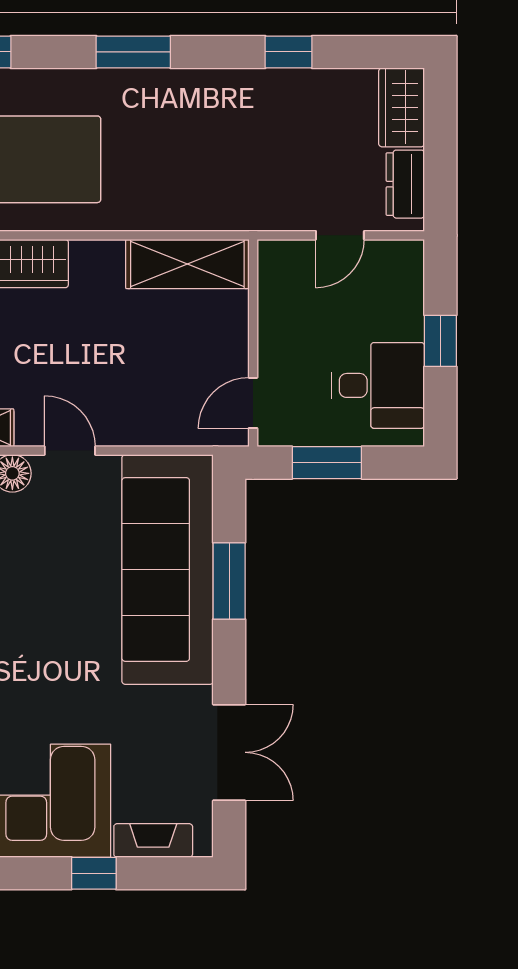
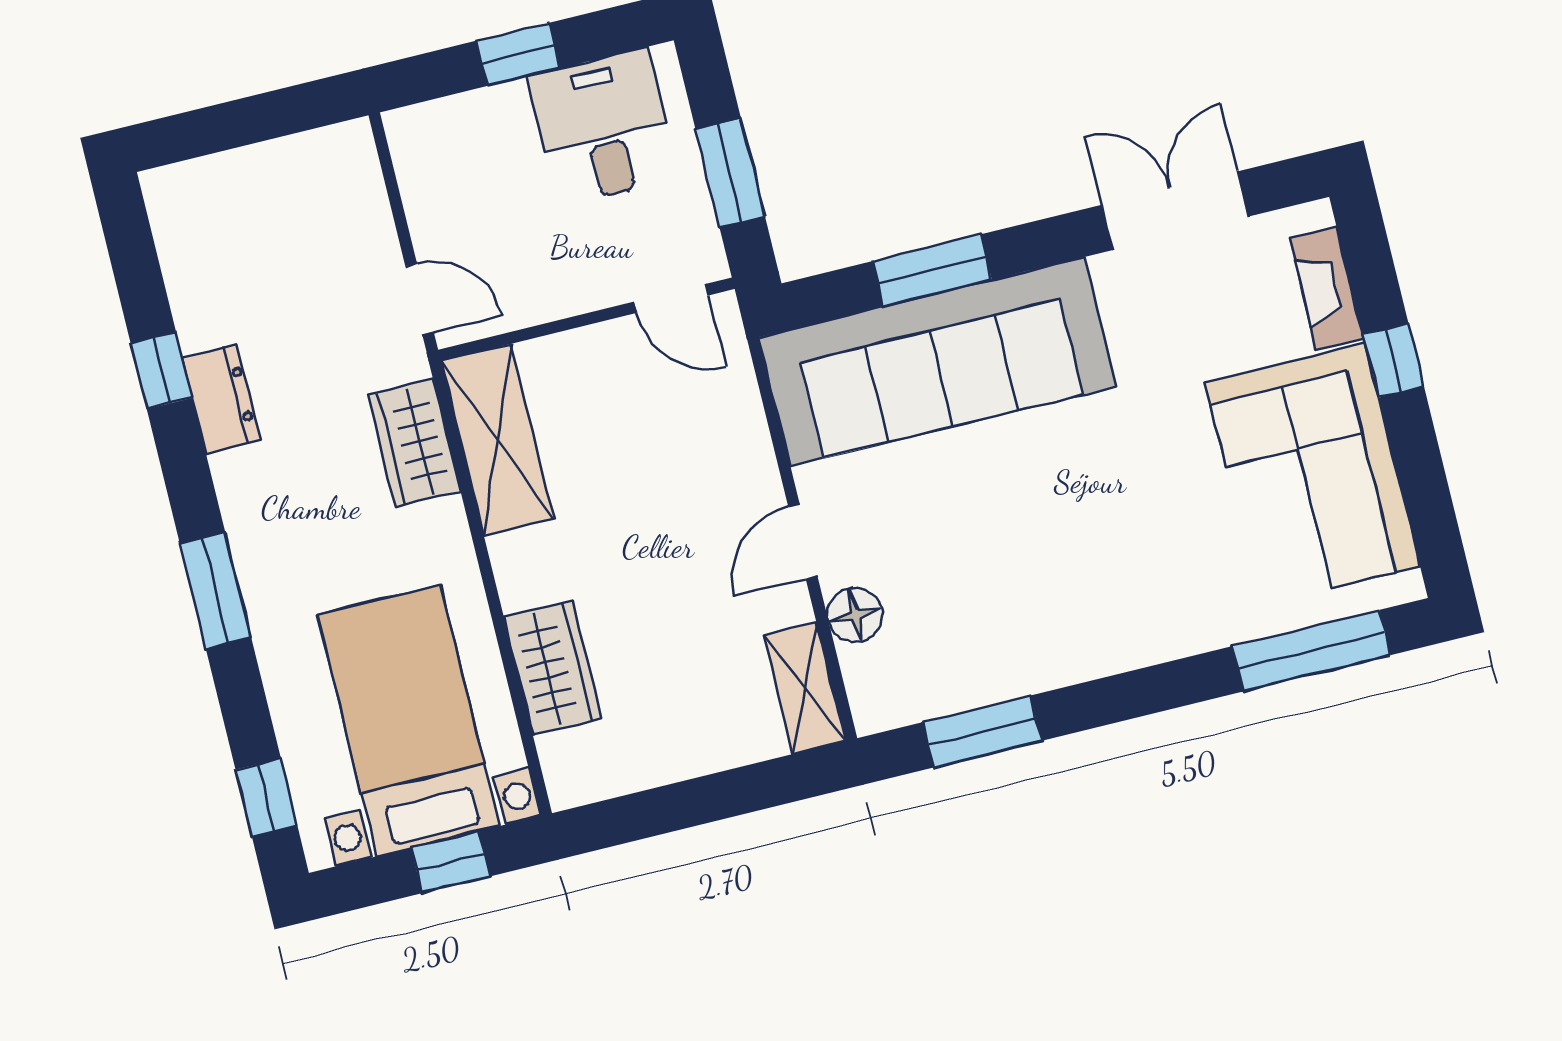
wardrobe: (402, 107) -> (414, 443), moved, turned 90
dresser: (405, 184) -> (221, 399), moved, turned -90
door: (340, 235) -> (420, 299), moved

